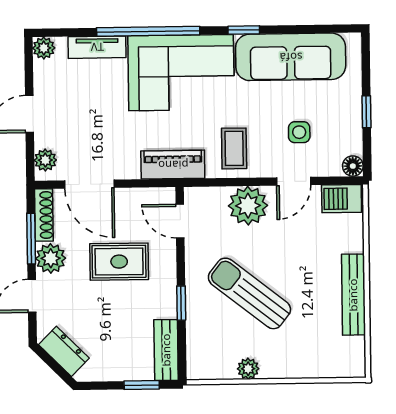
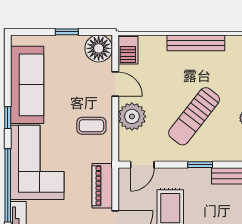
side table: (299, 132) -> (81, 80), removed
piano: (173, 165) -> (102, 186), moved
floor lamp: (353, 166) -> (99, 48), width x1.89, depth x1.89

